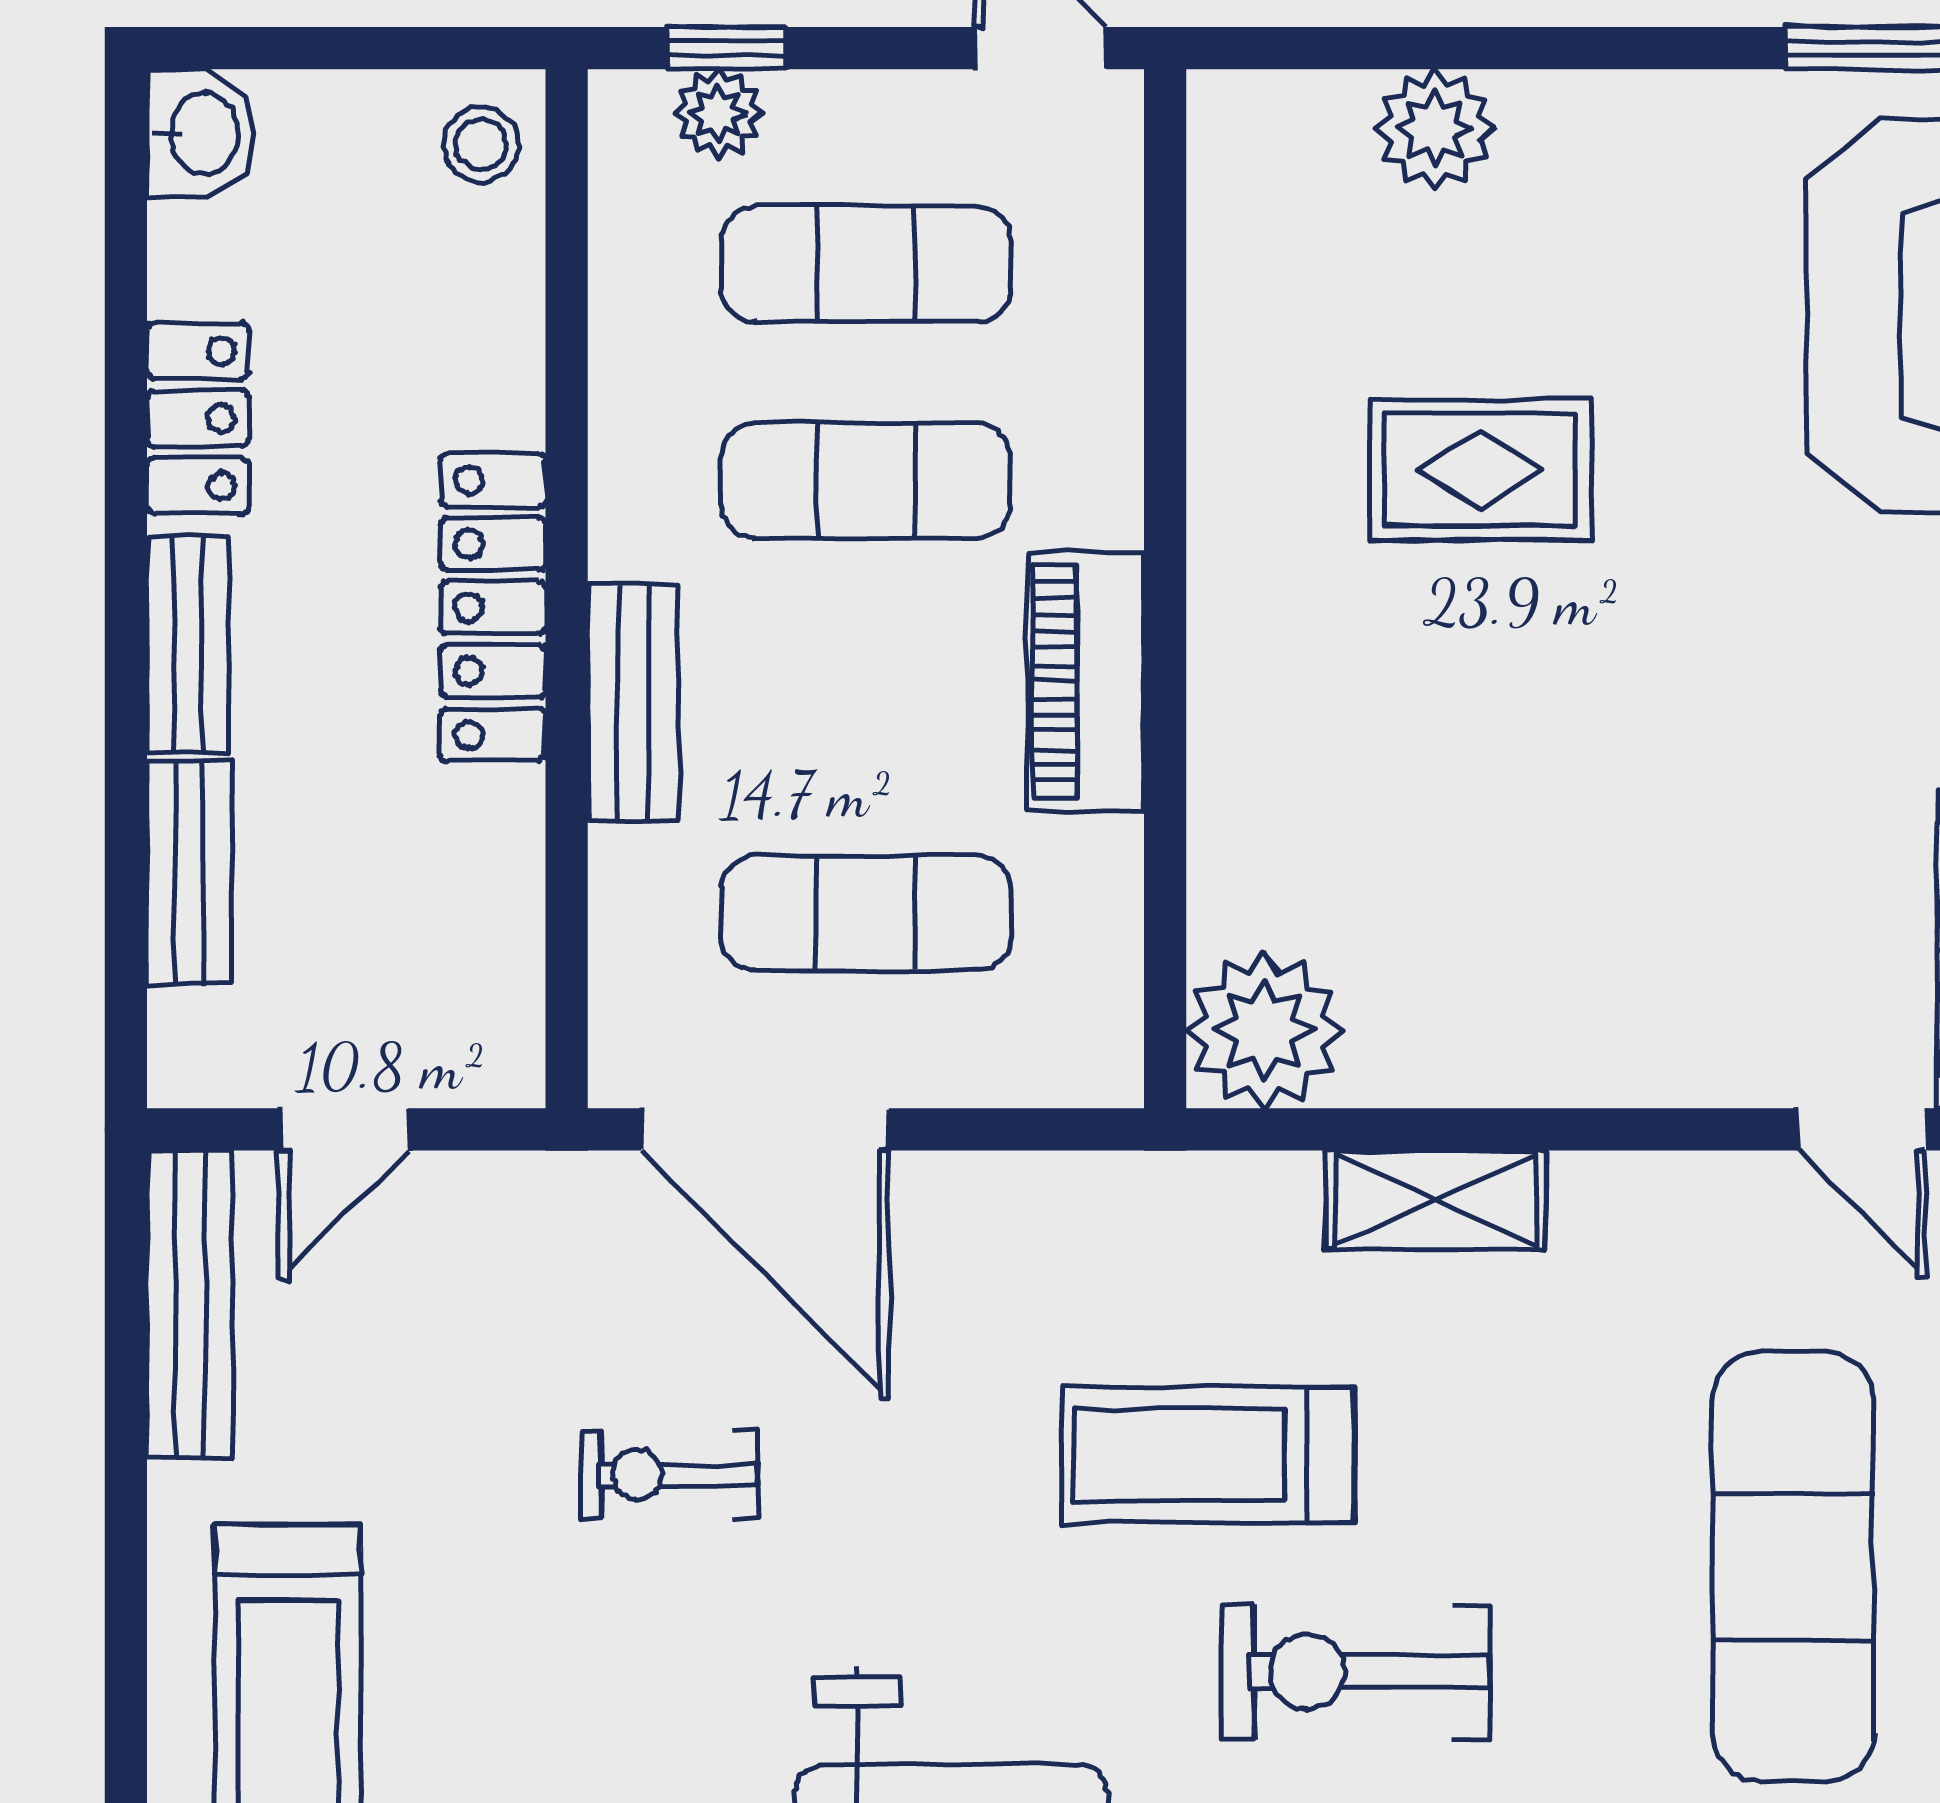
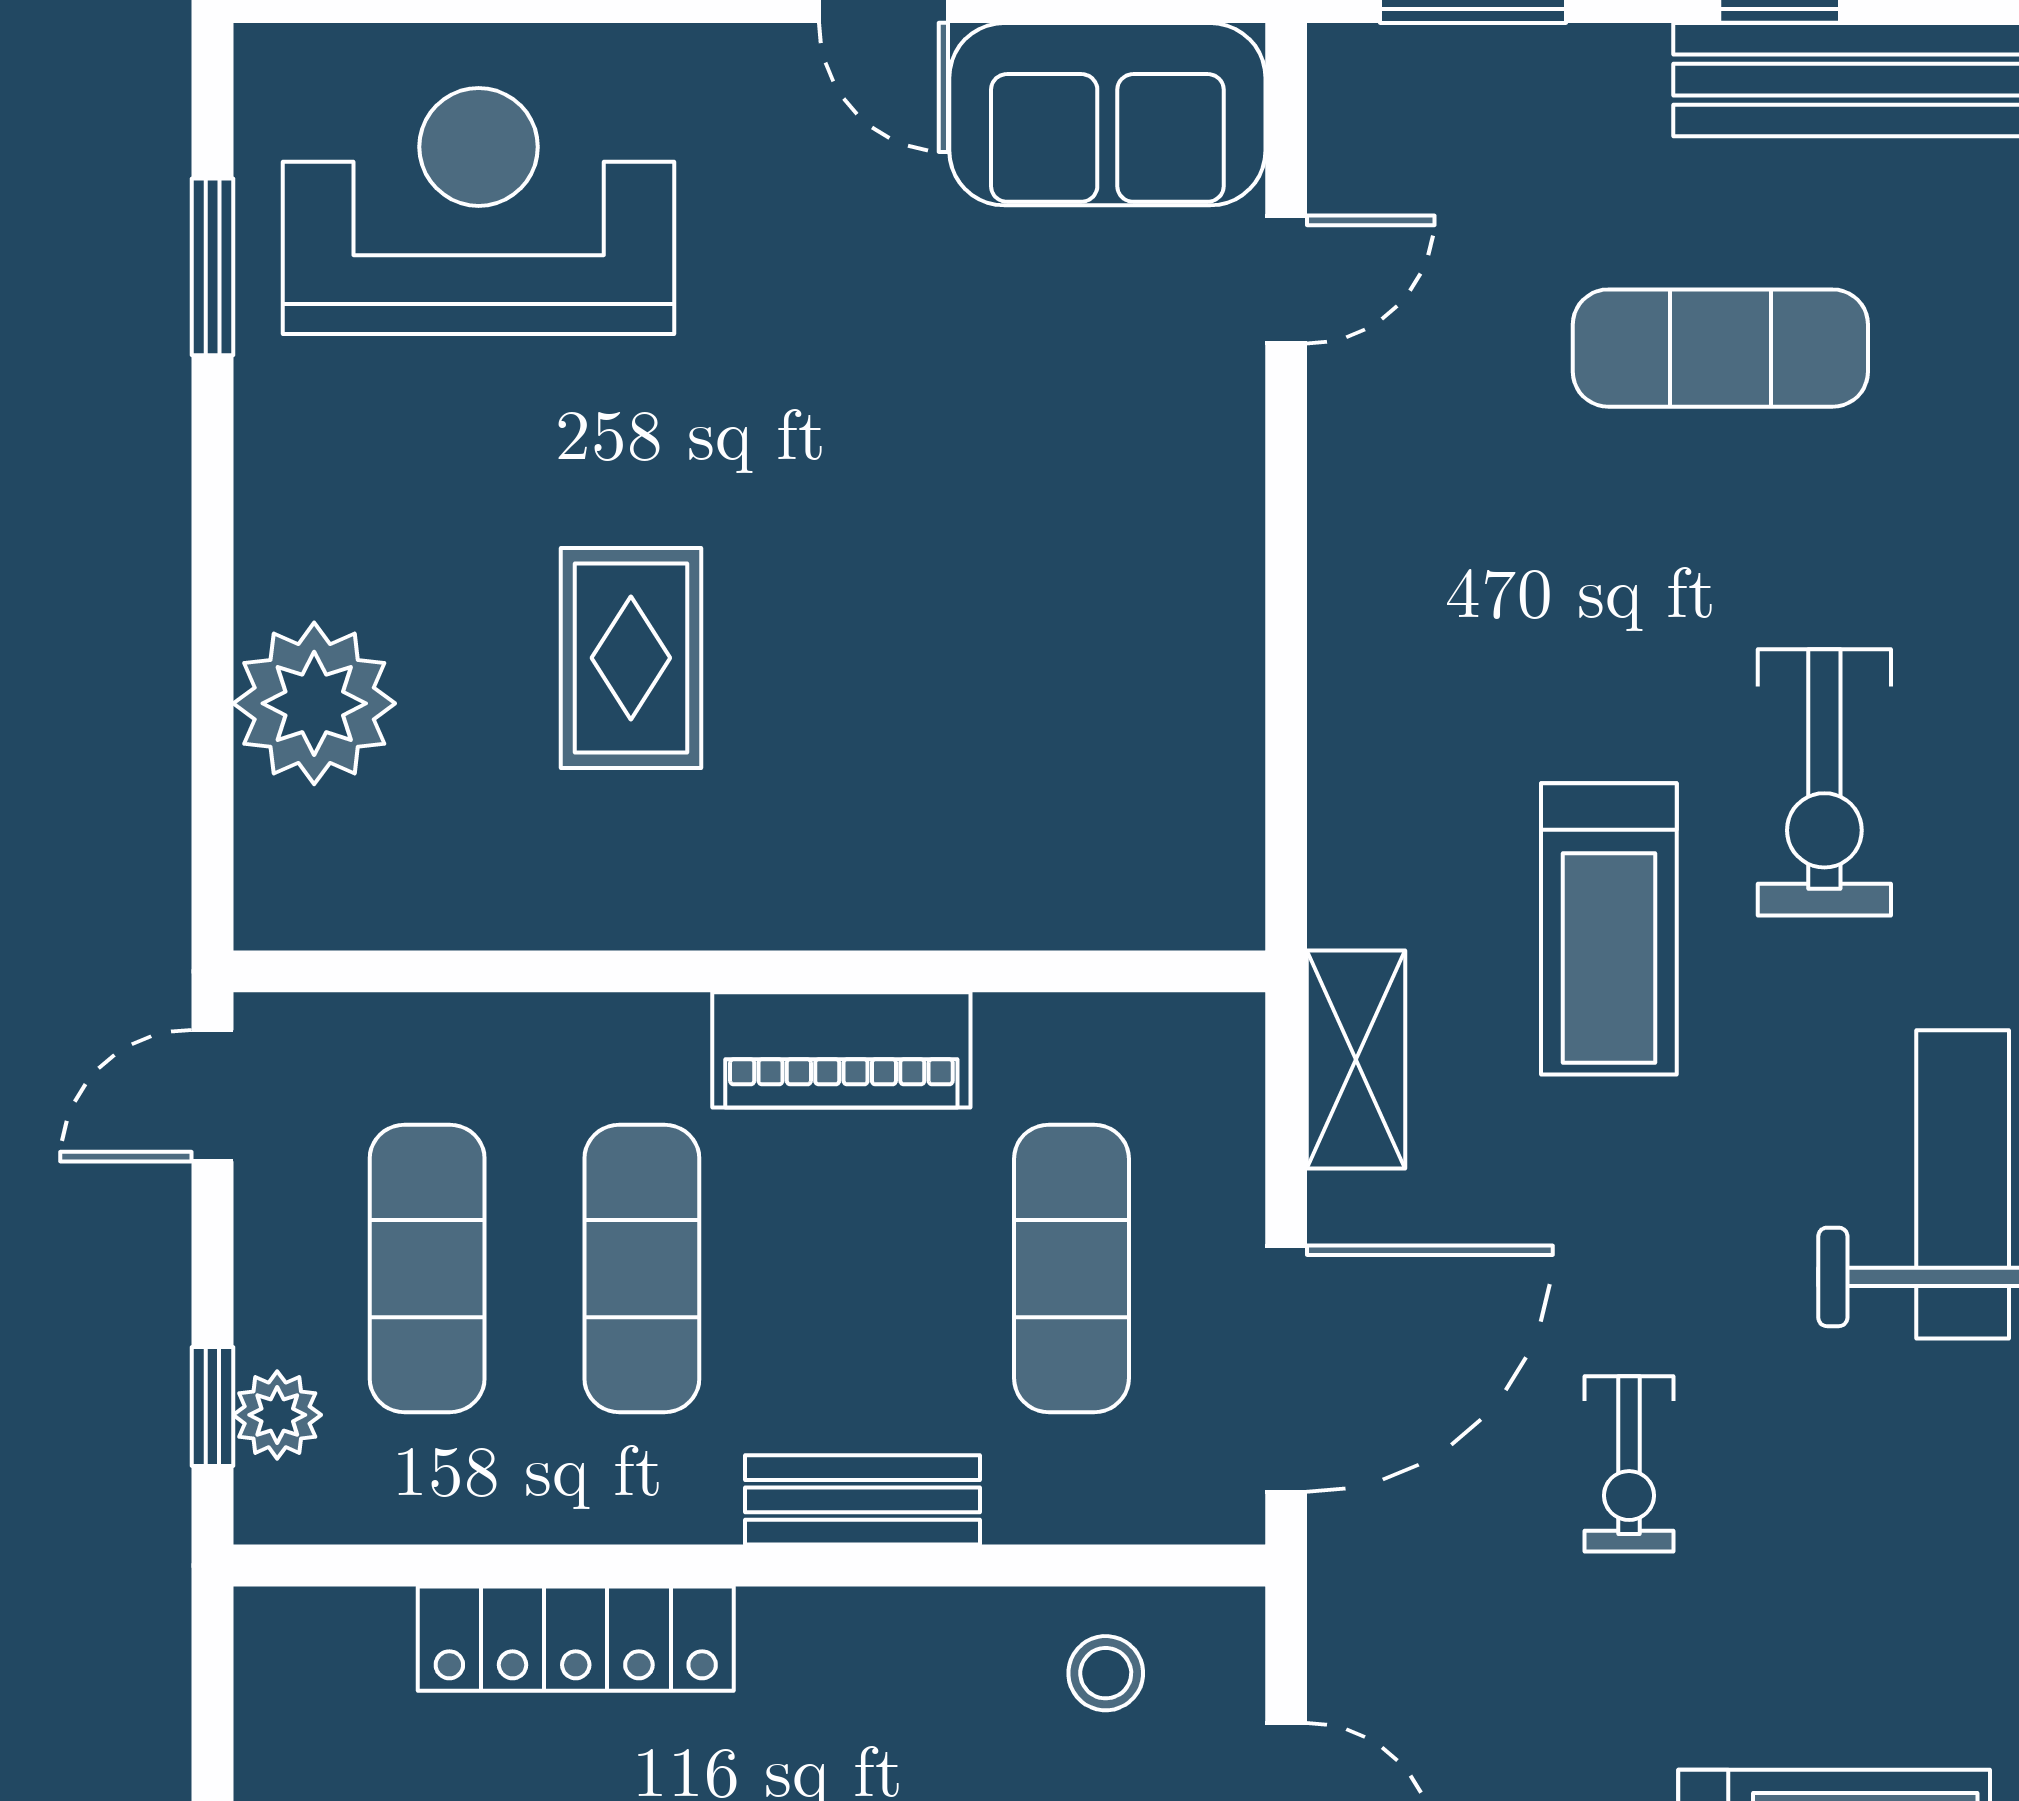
plant: (1435, 129) -> (314, 703), width x1.36, depth x1.36
stool: (481, 145) -> (1106, 1673), moved
locker: (493, 607) -> (576, 1639), moved
plant: (1264, 1030) -> (1188, 873), removed
shelving: (1436, 1200) -> (1356, 1059), moved
exercise mat: (1793, 1567) -> (1720, 348), width x0.73, depth x0.69

